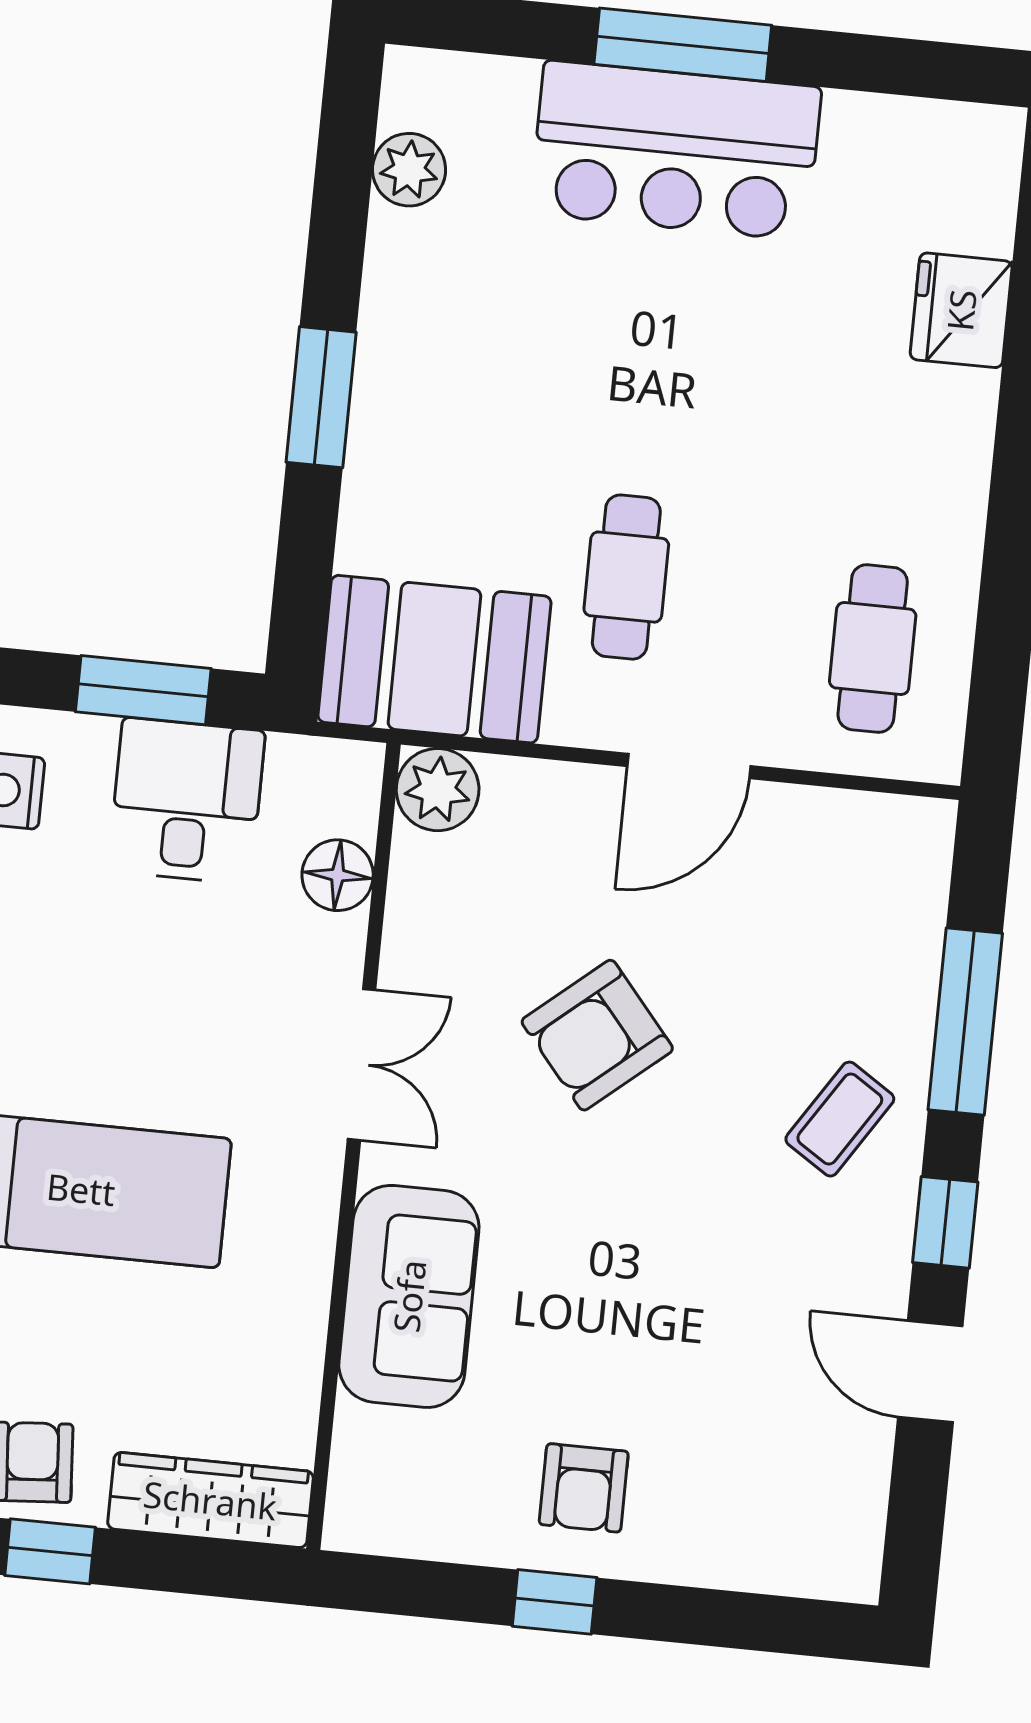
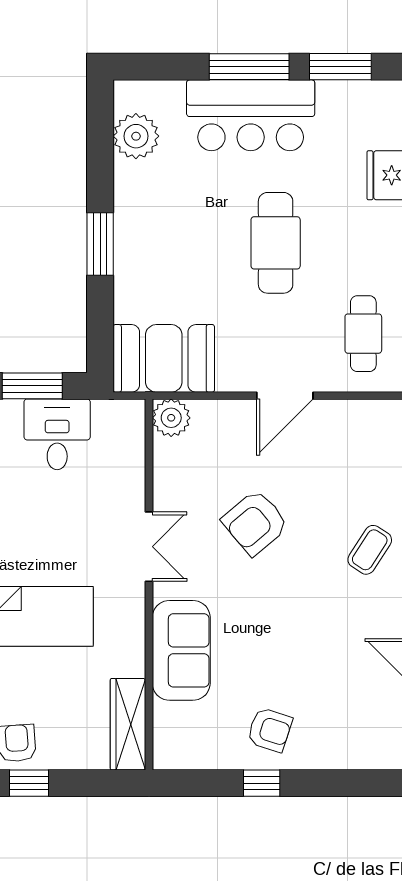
window: (881, 64) -> (340, 67), added
plant: (409, 170) -> (136, 136), width x1.36, depth x1.36
cafe table: (626, 577) -> (276, 243), moved, width x1.37, depth x1.35
floor lamp: (338, 875) -> (129, 461), removed
armchair: (584, 1488) -> (270, 730), turned -72
wardrobe: (210, 1500) -> (128, 724), moved, turned -90

